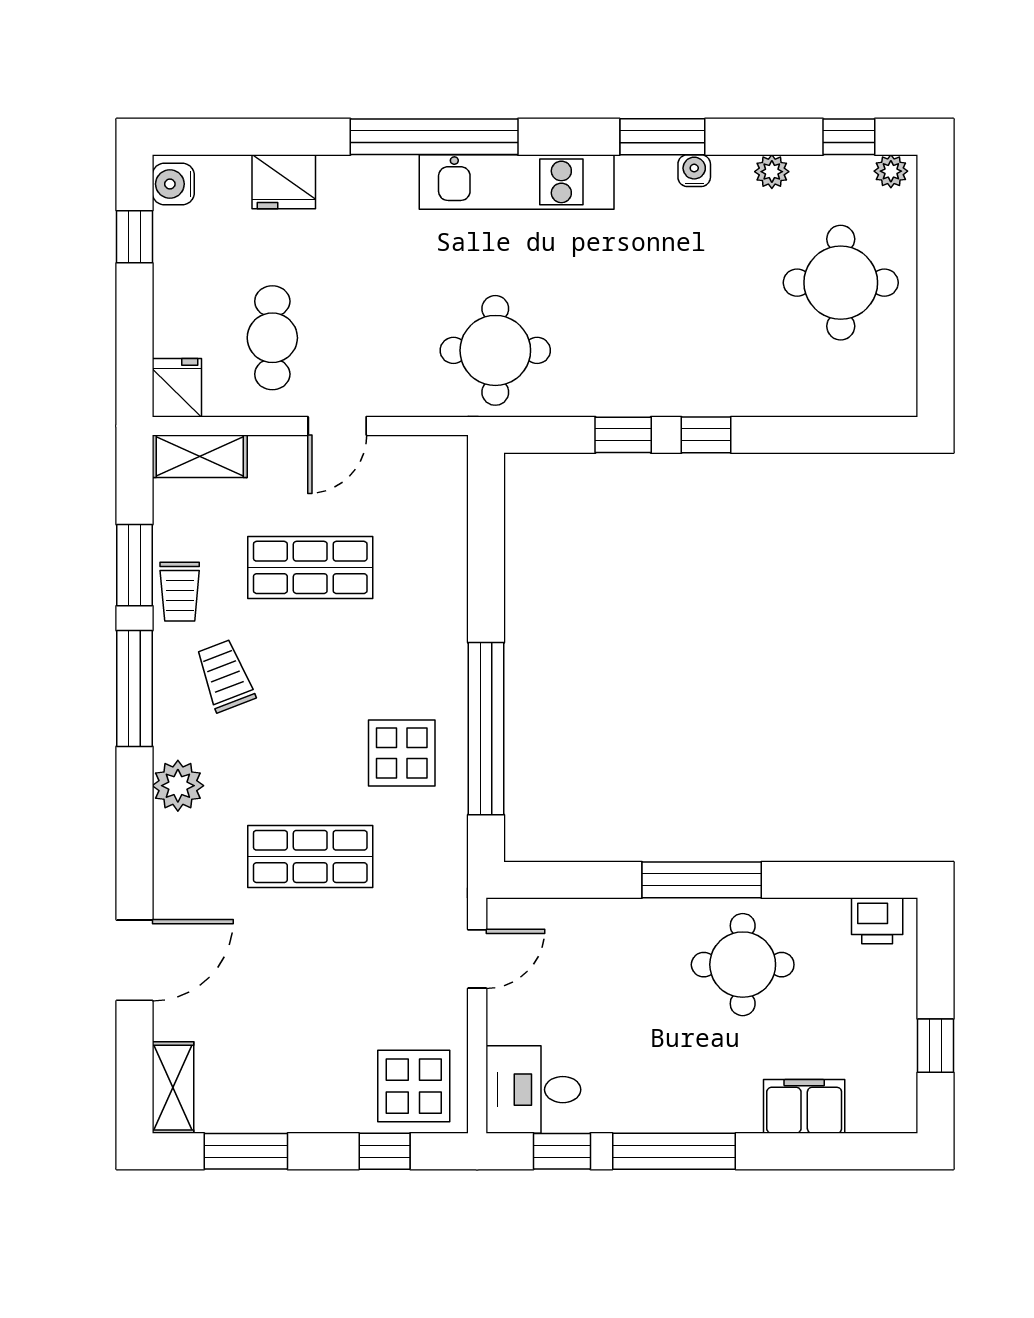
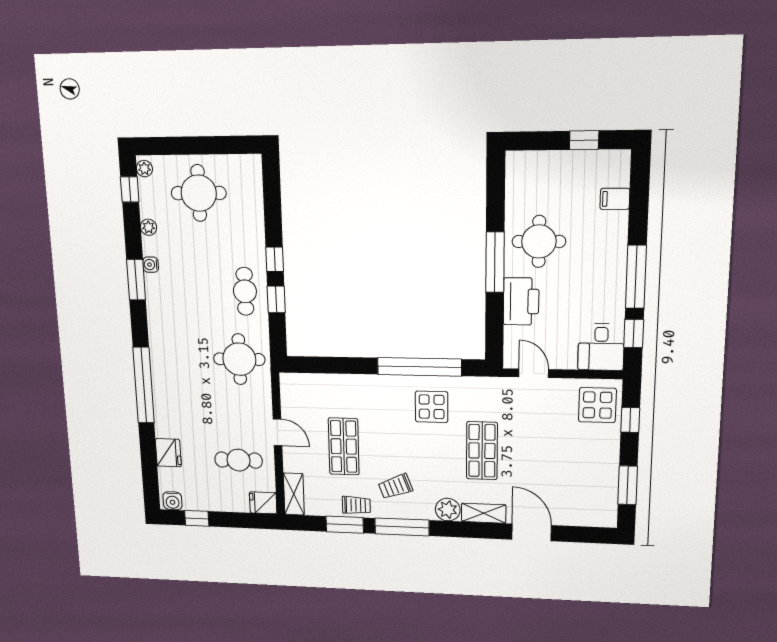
kitchen unit: (517, 182) -> (161, 348), removed
cafe table: (639, 369) -> (245, 291), added
printer: (877, 921) -> (521, 301), moved, width x1.87, depth x1.48
shelving: (173, 1088) -> (484, 513), moved
filing cabinet: (804, 1106) -> (615, 199), width x0.50

